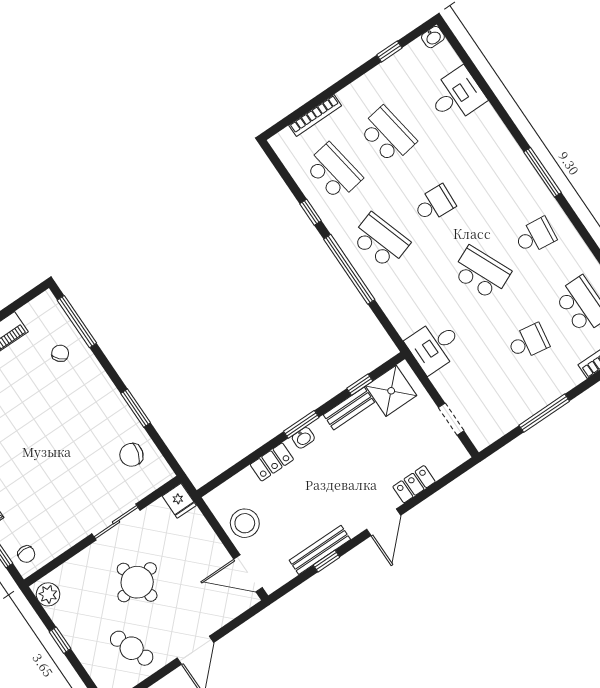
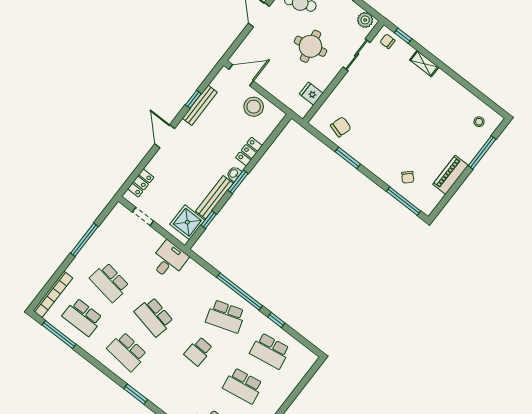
bookcase: (315, 115) -> (294, 383), removed
window: (542, 172) -> (136, 394), width x0.69
school desk: (535, 236) -> (127, 352), width x1.85
school desk: (481, 273) -> (154, 317), turned 36
school desk: (528, 342) -> (110, 282), width x1.85
bench: (349, 408) -> (214, 197), width x1.36
locker: (414, 484) -> (141, 183), moved
fridge: (179, 501) -> (311, 94), moved
sliding door: (116, 522) -> (357, 55), moved

